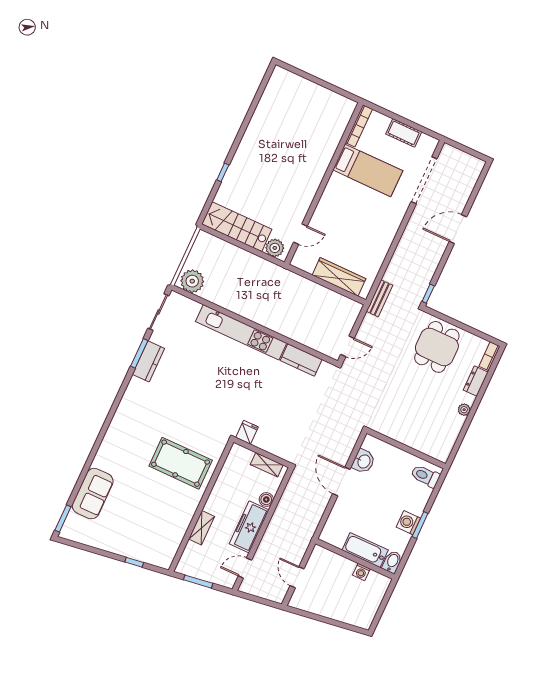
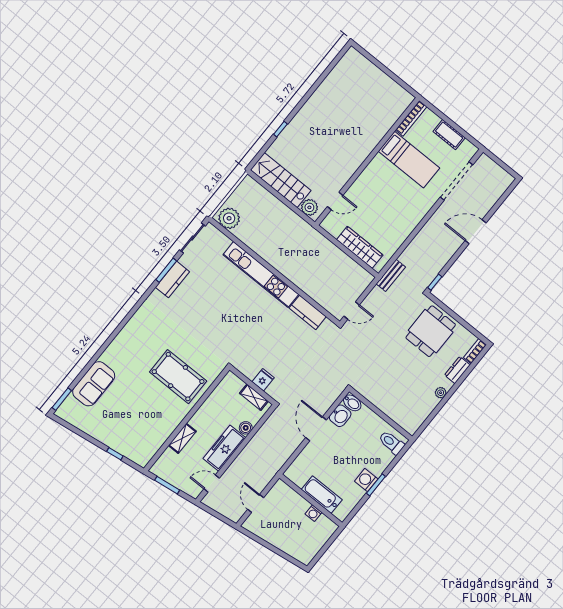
fridge: (247, 432) -> (263, 380), moved
bidet: (392, 562) -> (352, 403), moved, turned 90

